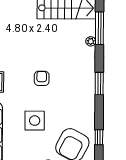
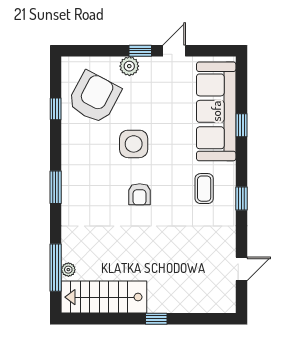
plant: (91, 41) -> (68, 270), moved
side table: (35, 121) -> (134, 144), moved

